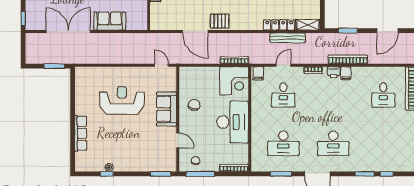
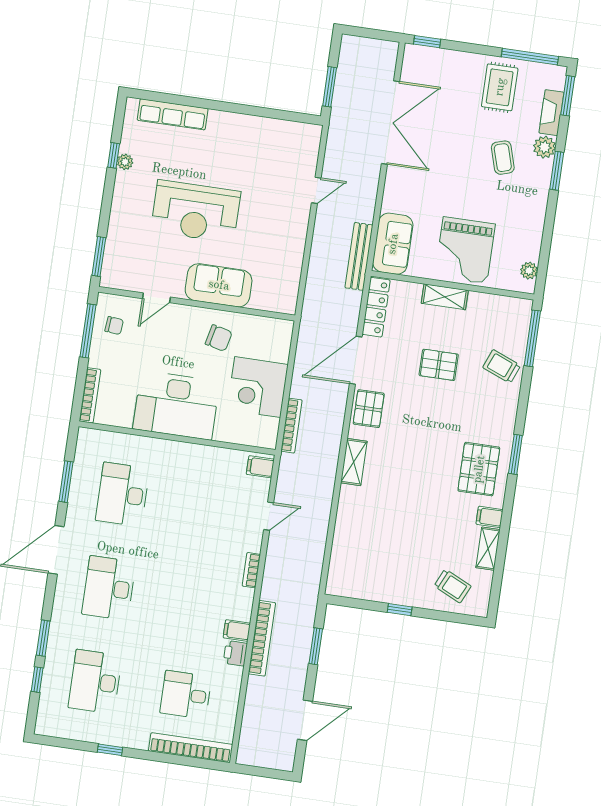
sofa: (110, 21) -> (393, 244), moved
locker: (279, 25) -> (376, 307), moved
shelving: (308, 25) -> (354, 462), moved
door: (387, 31) -> (305, 720), swing flipped
bench: (288, 38) -> (359, 256), moved
door: (161, 65) -> (316, 190), moved
door: (283, 65) -> (269, 516), hinge flipped
printer: (334, 72) -> (235, 653), moved
corner desk: (234, 81) -> (258, 387), moved
desk: (283, 95) -> (95, 682), moved, width x1.37
reception desk: (122, 100) -> (196, 211), moved, turned 90
row of seats: (81, 133) -> (173, 114), moved

